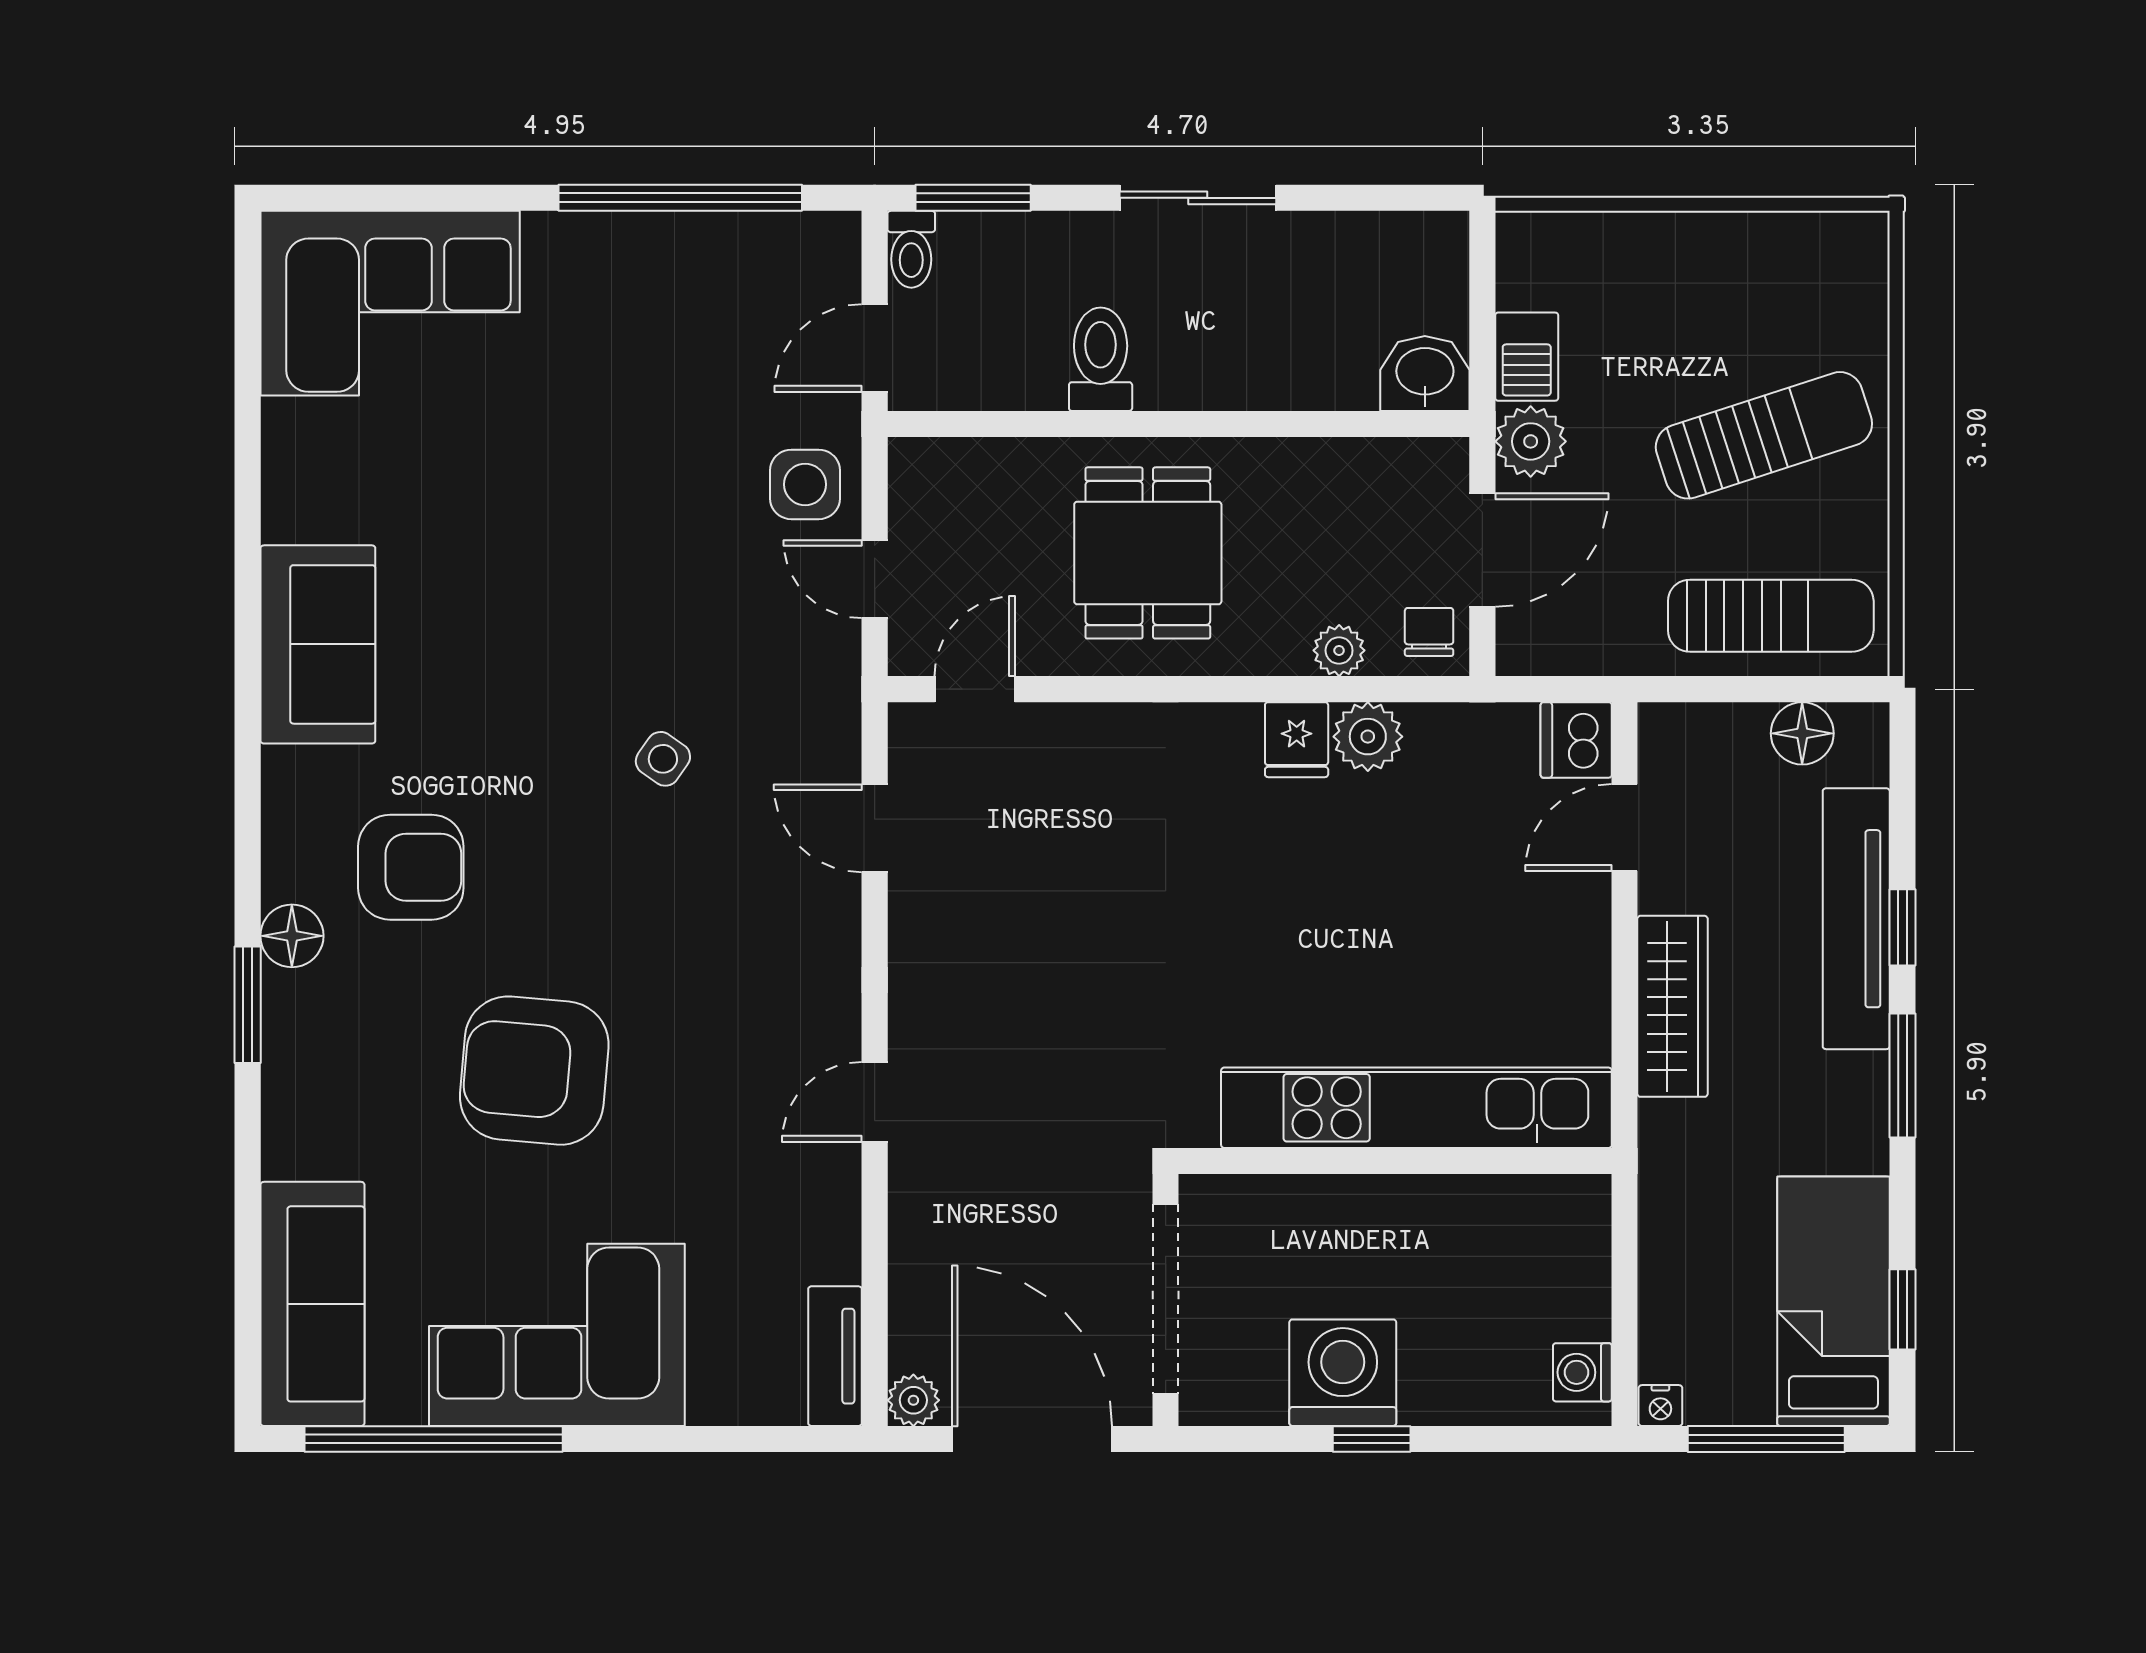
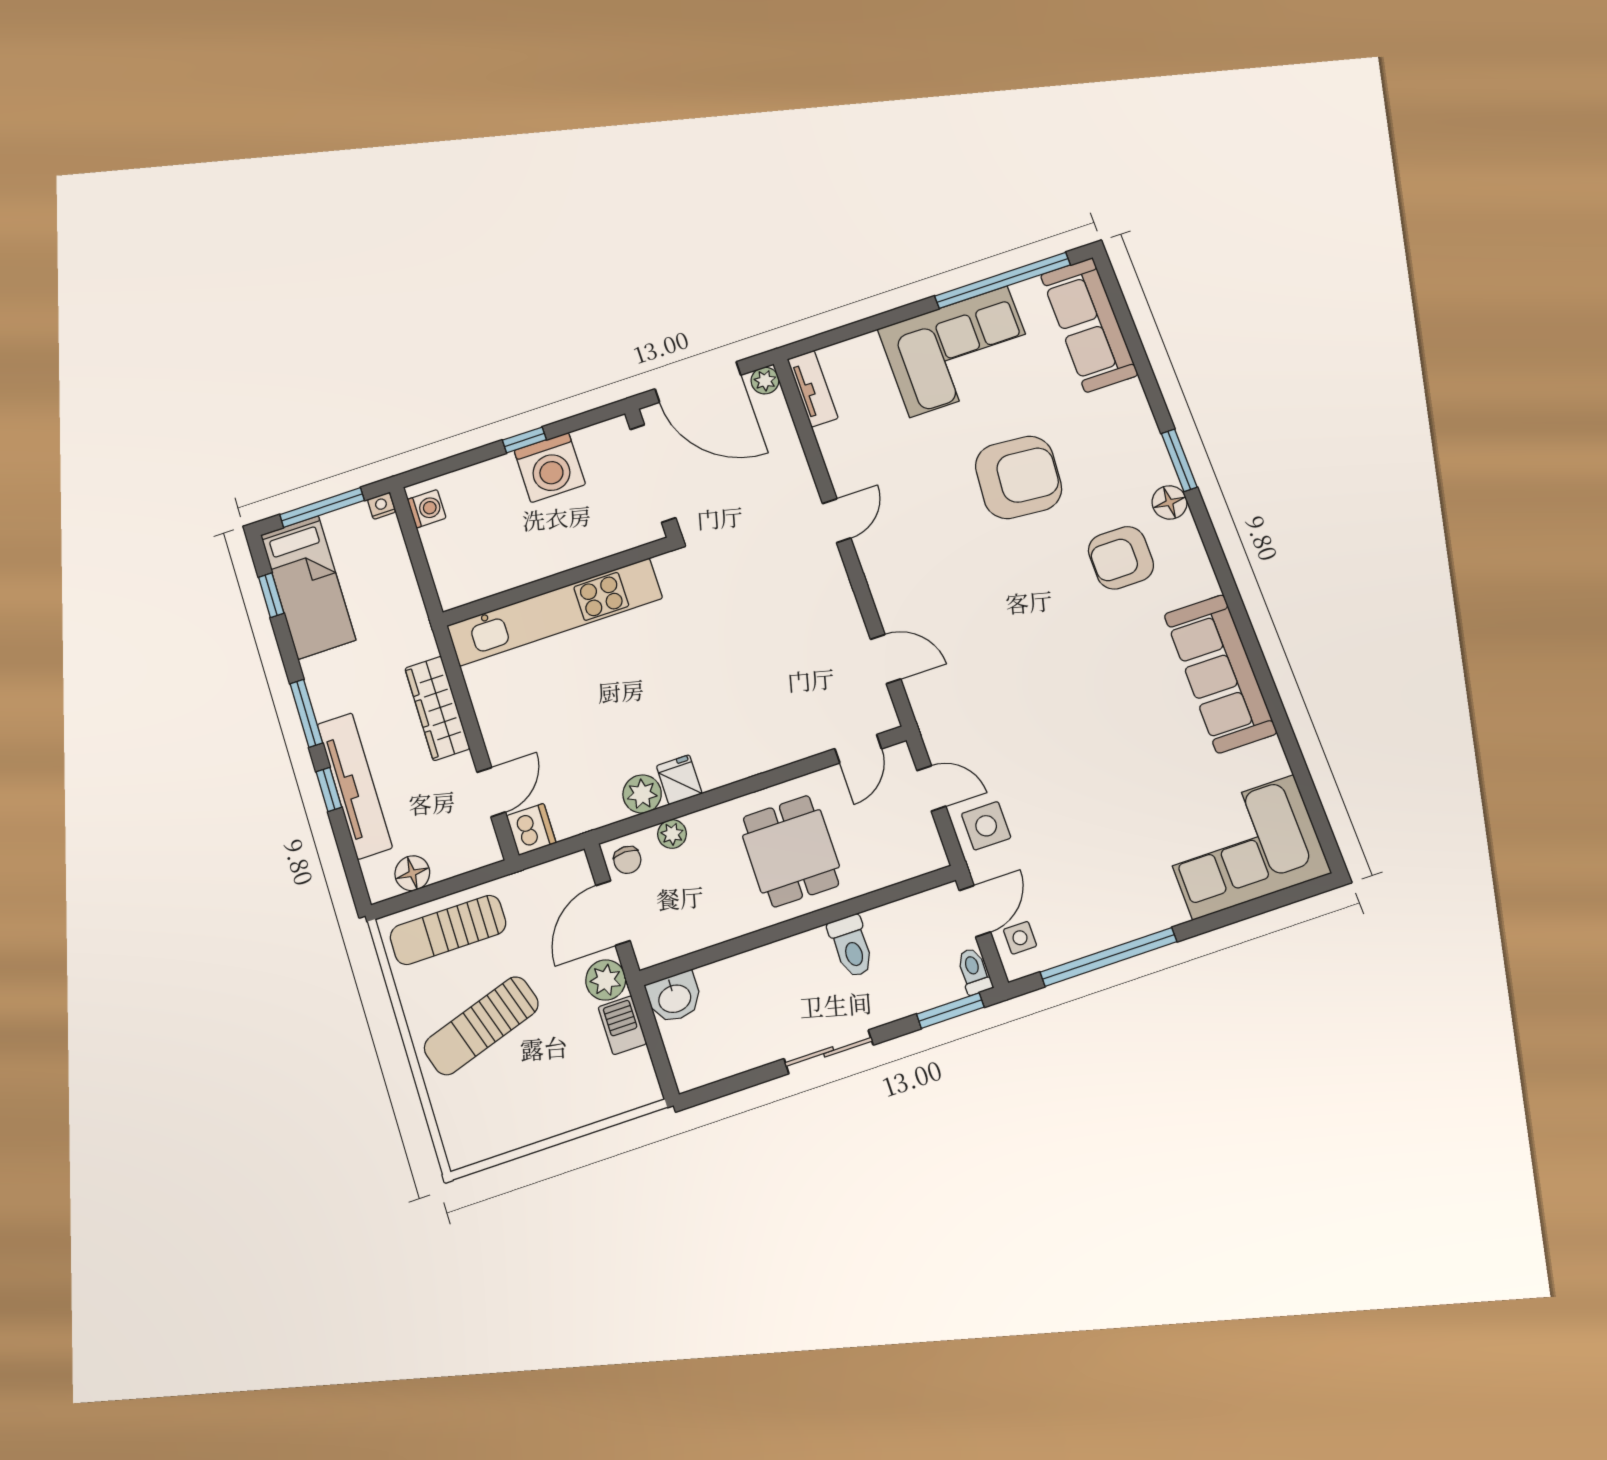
sofa: (318, 644) -> (1220, 674), width x1.36
side table: (663, 759) -> (1020, 938), moved, turned -35

